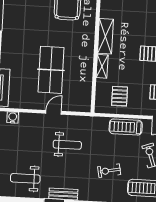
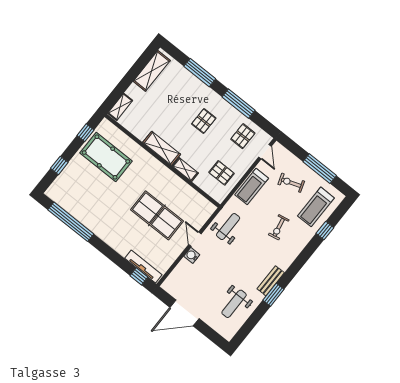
water cooler: (13, 117) -> (192, 255), moved
weight bench: (67, 145) -> (228, 227), moved

